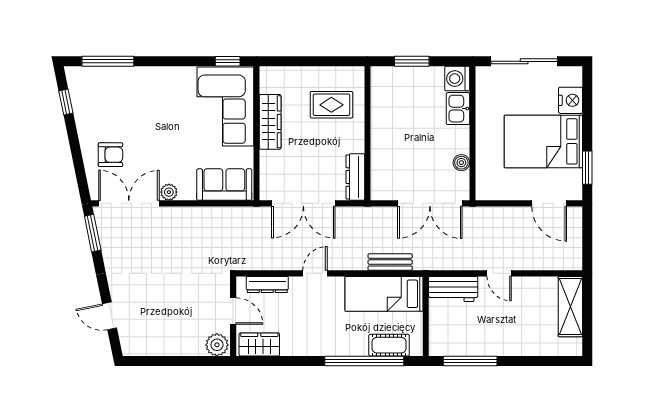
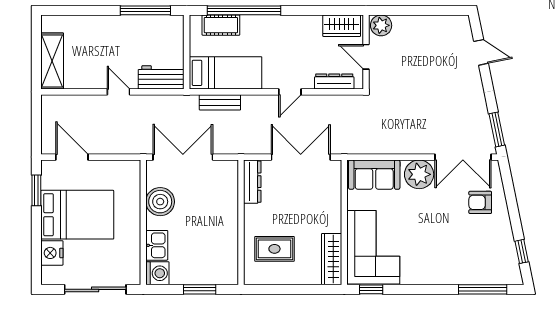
wardrobe: (270, 122) -> (332, 259), moved
boiler: (461, 163) -> (160, 202), width x1.86, depth x1.86
plant: (169, 192) -> (419, 174), width x1.87, depth x1.87

